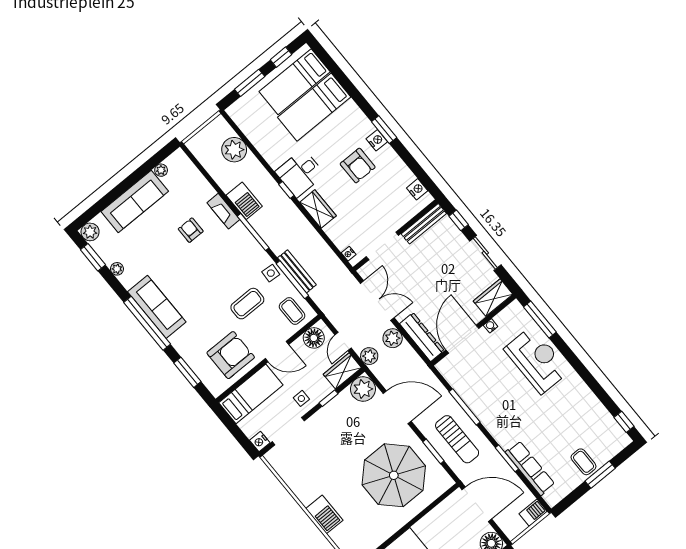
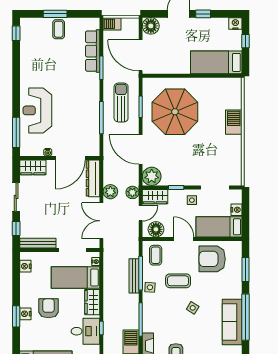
bed: (356, 220) -> (75, 278), added
side table: (209, 288) -> (193, 308), added
nightstand: (260, 442) -> (236, 210), moved

